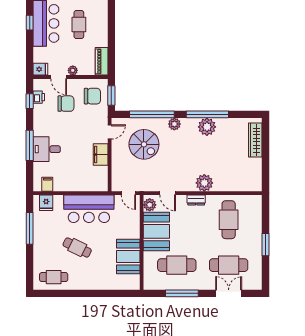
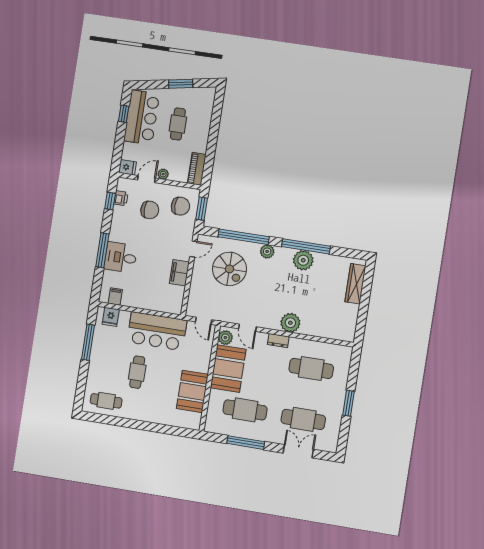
door: (59, 77) -> (146, 179), swing flipped
cafe table: (229, 220) -> (311, 368), turned 90
cafe table: (77, 247) -> (137, 372), turned 64

